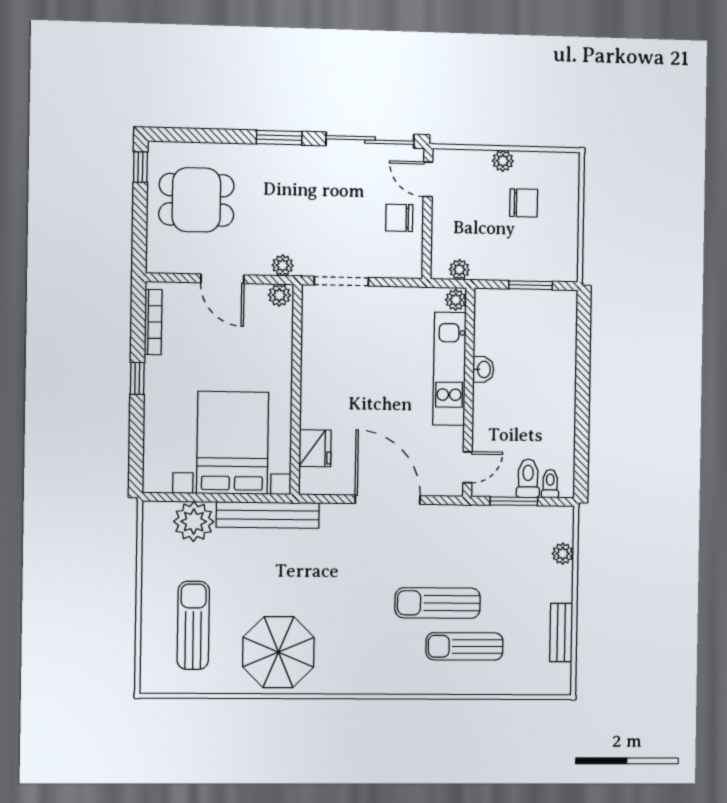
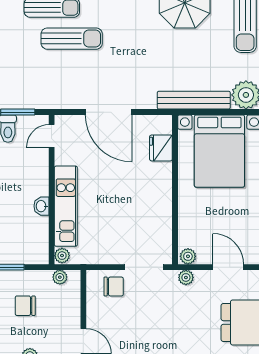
chair: (524, 203) -> (25, 306), moved
chair: (399, 218) -> (114, 286), moved

